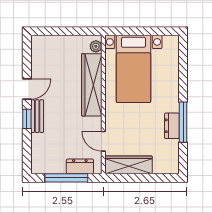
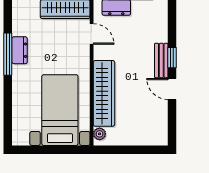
door: (27, 89) -> (172, 89), hinge flipped

